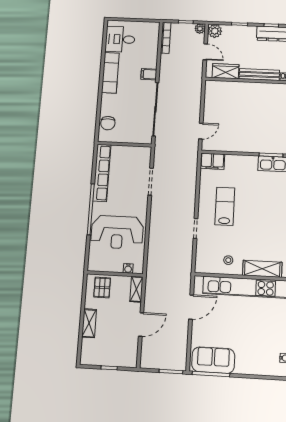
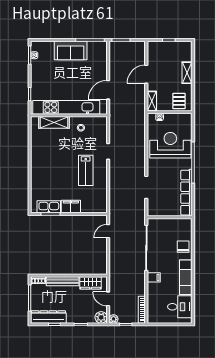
chair: (108, 123) -> (183, 247), moved
filing cabinet: (212, 161) -> (71, 207), moved
sofa: (213, 360) -> (71, 50), moved

